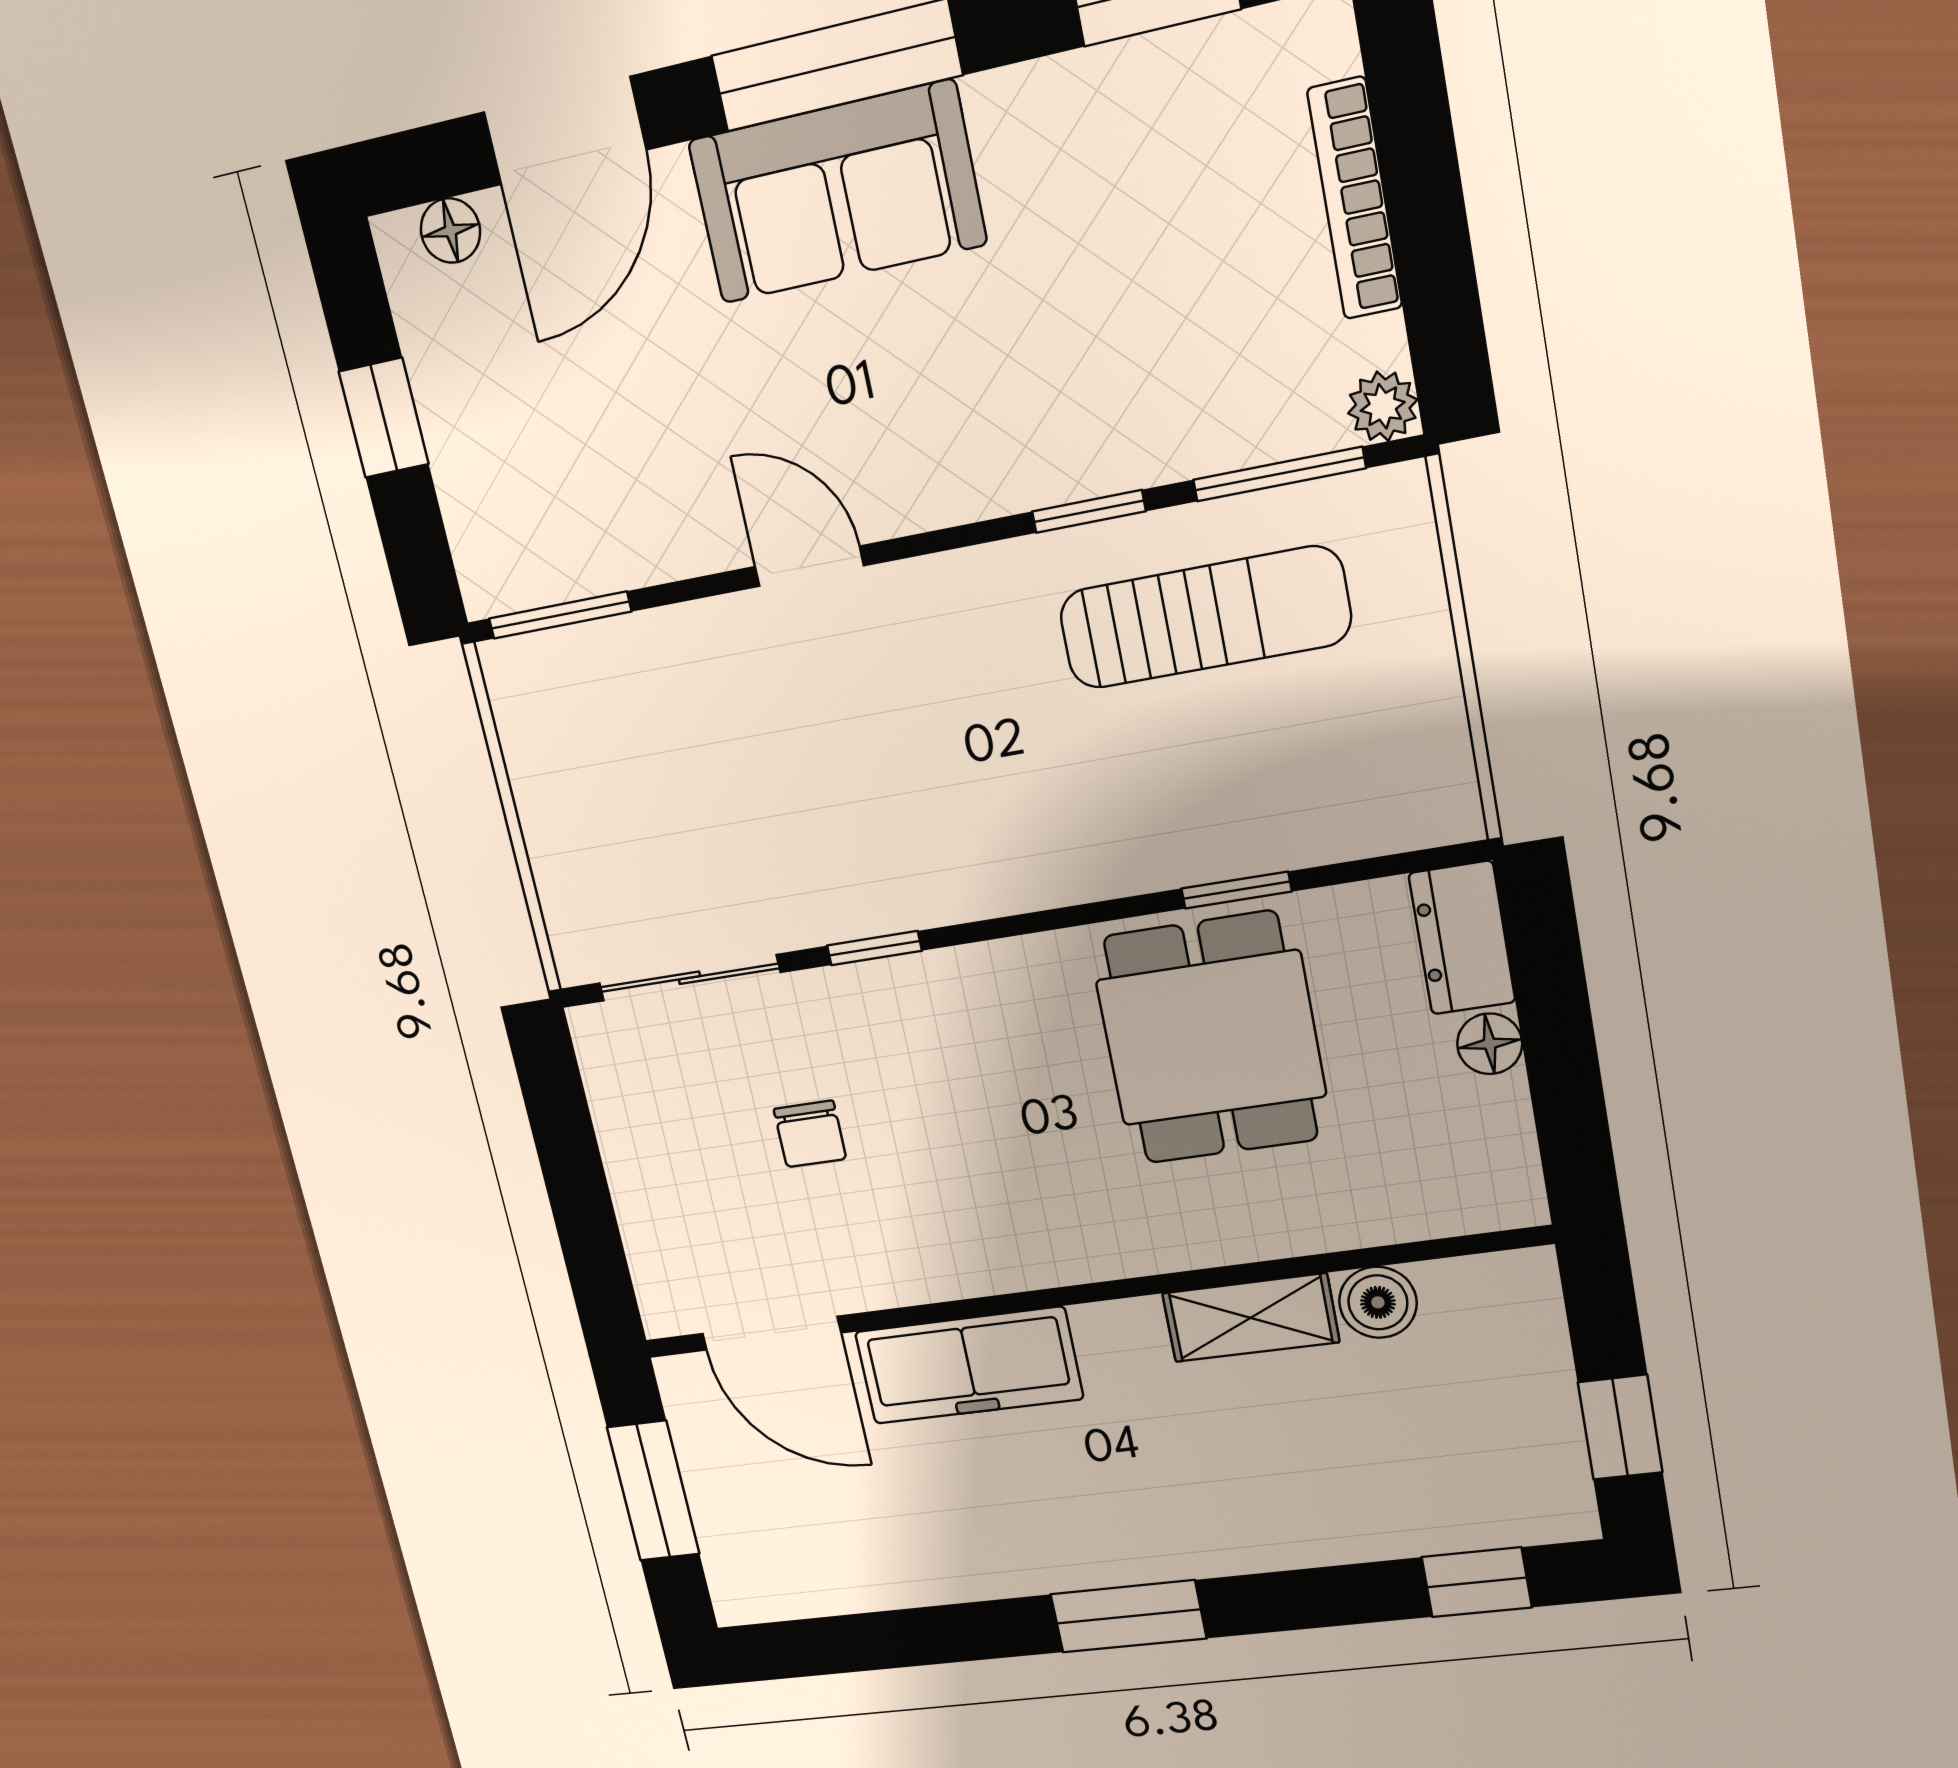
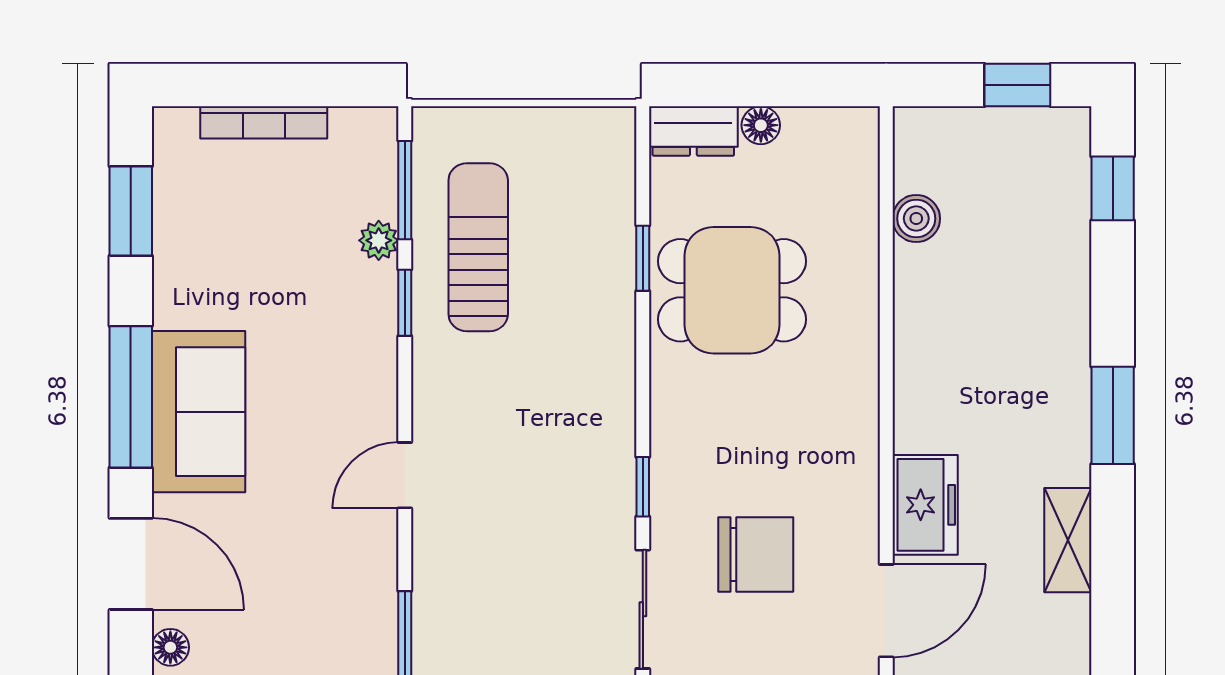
plant: (1383, 406) -> (379, 240), moved
chair: (810, 1134) -> (756, 555), width x1.87, depth x1.87
shelving: (1251, 1318) -> (1068, 540), moved
freezer: (969, 1365) -> (925, 505), width x0.71

